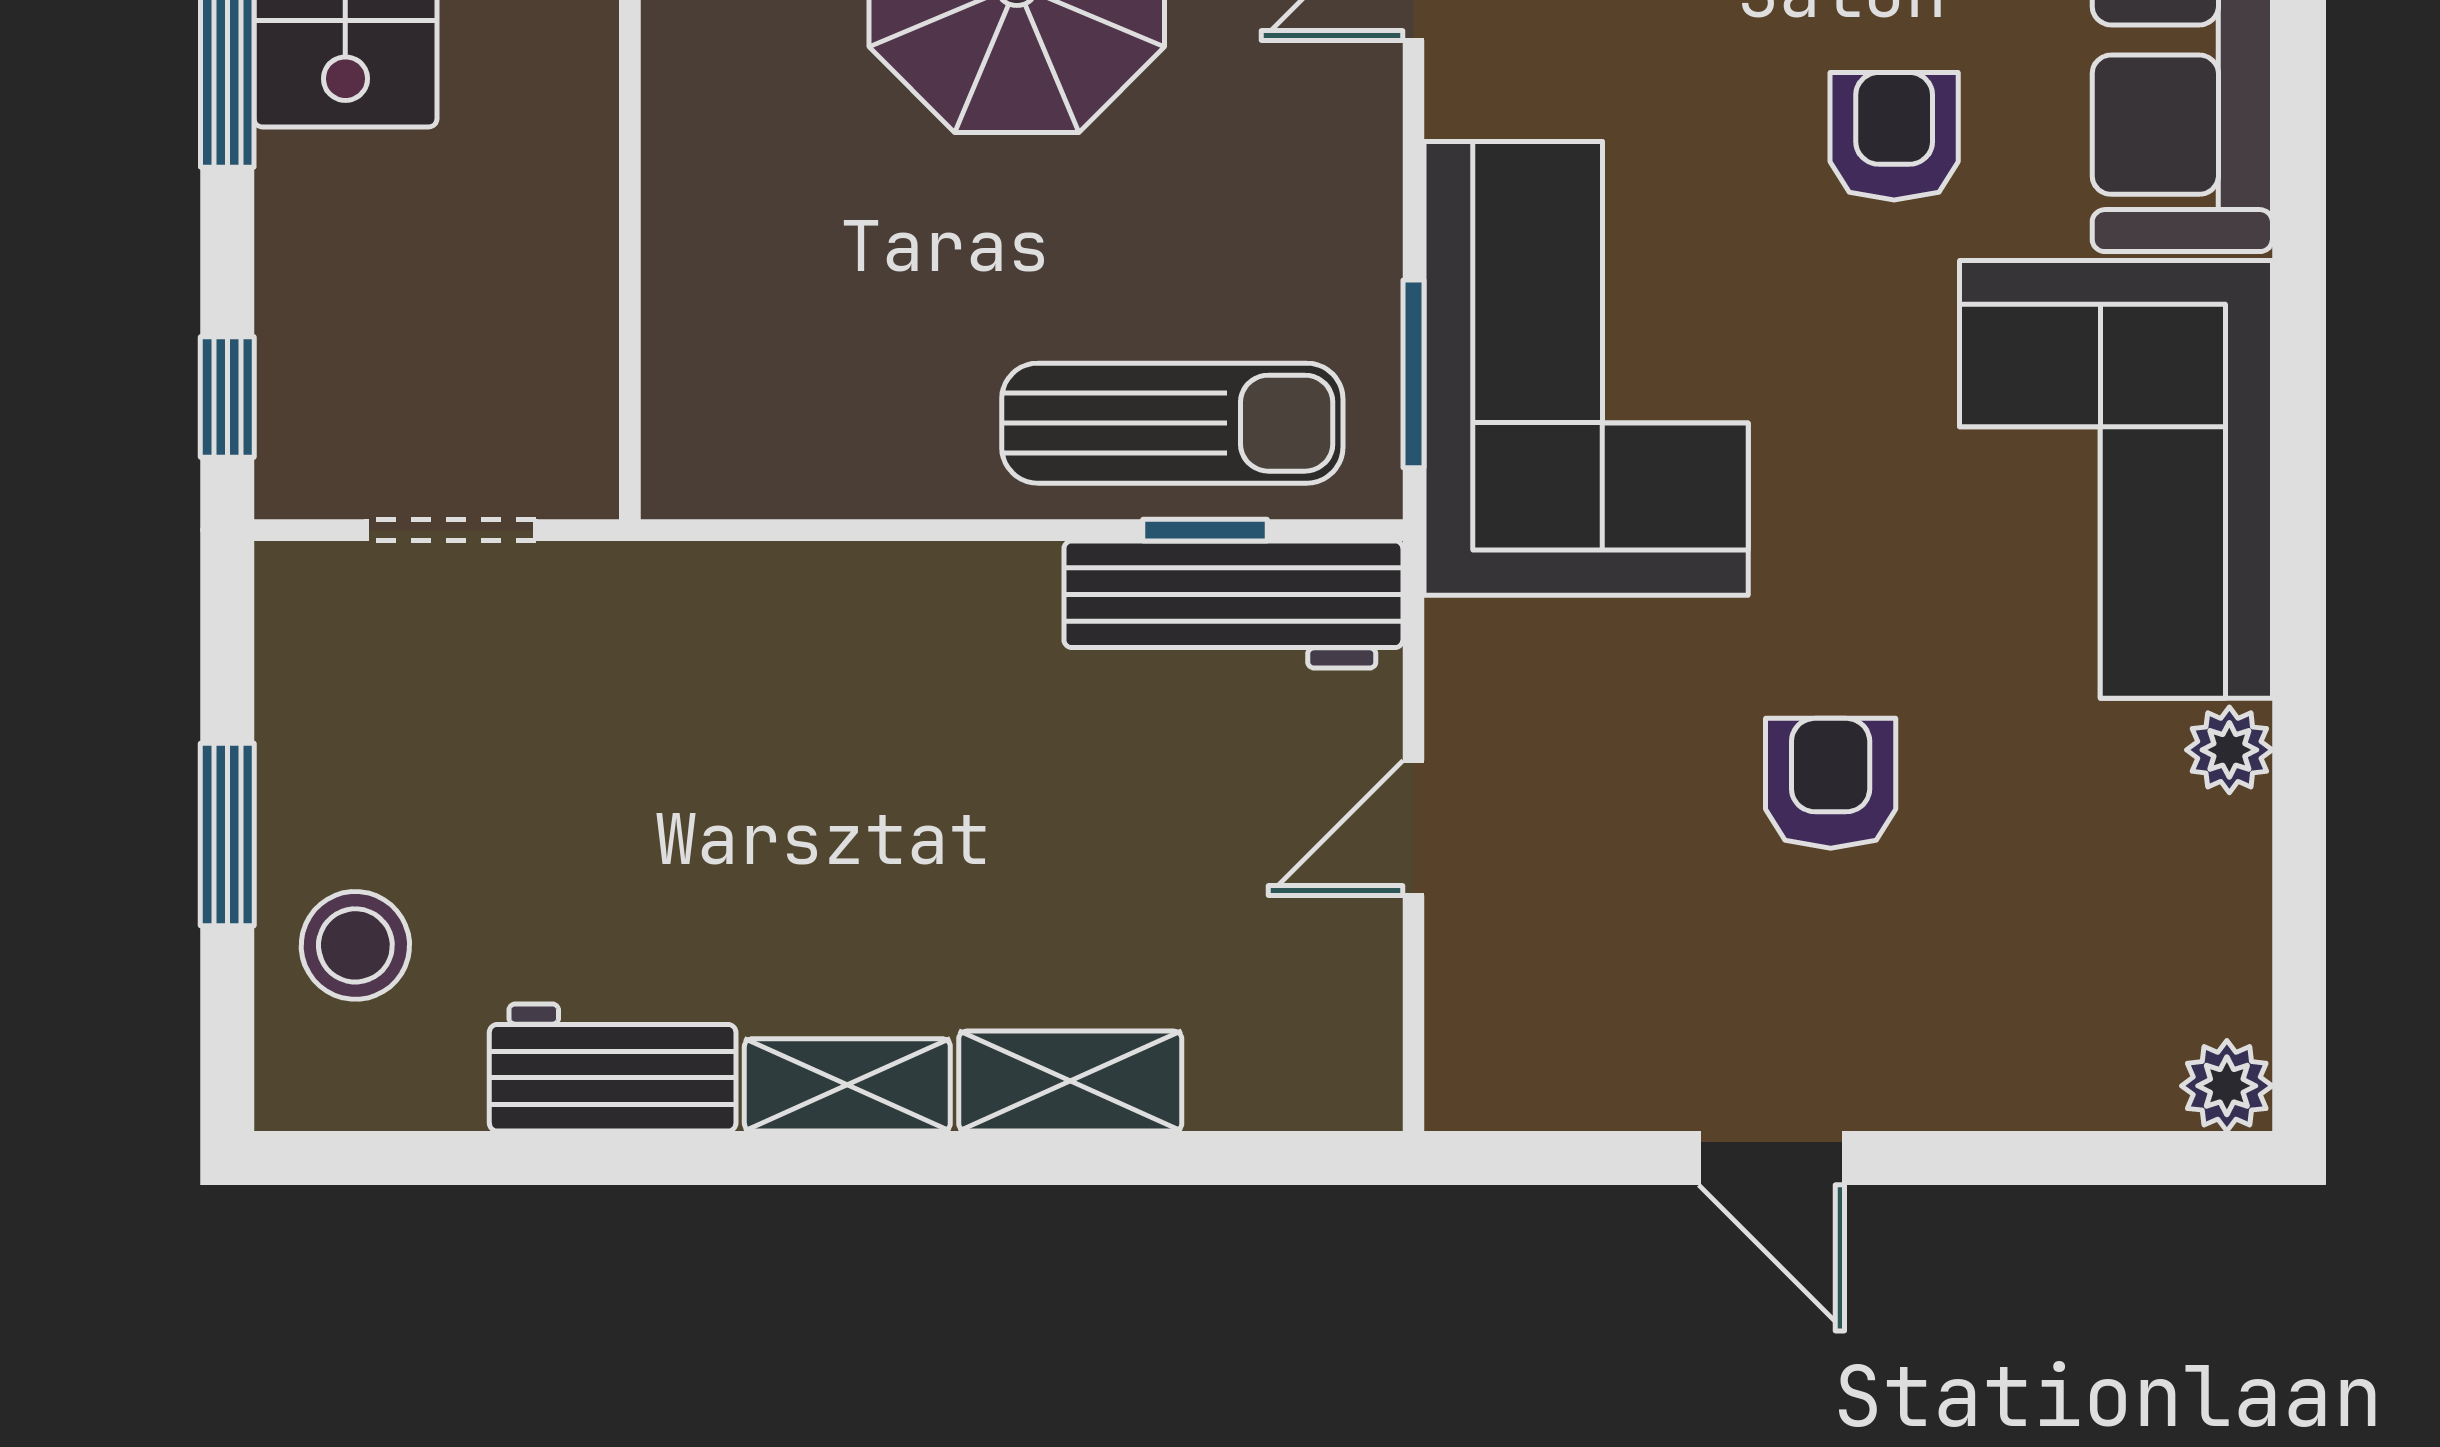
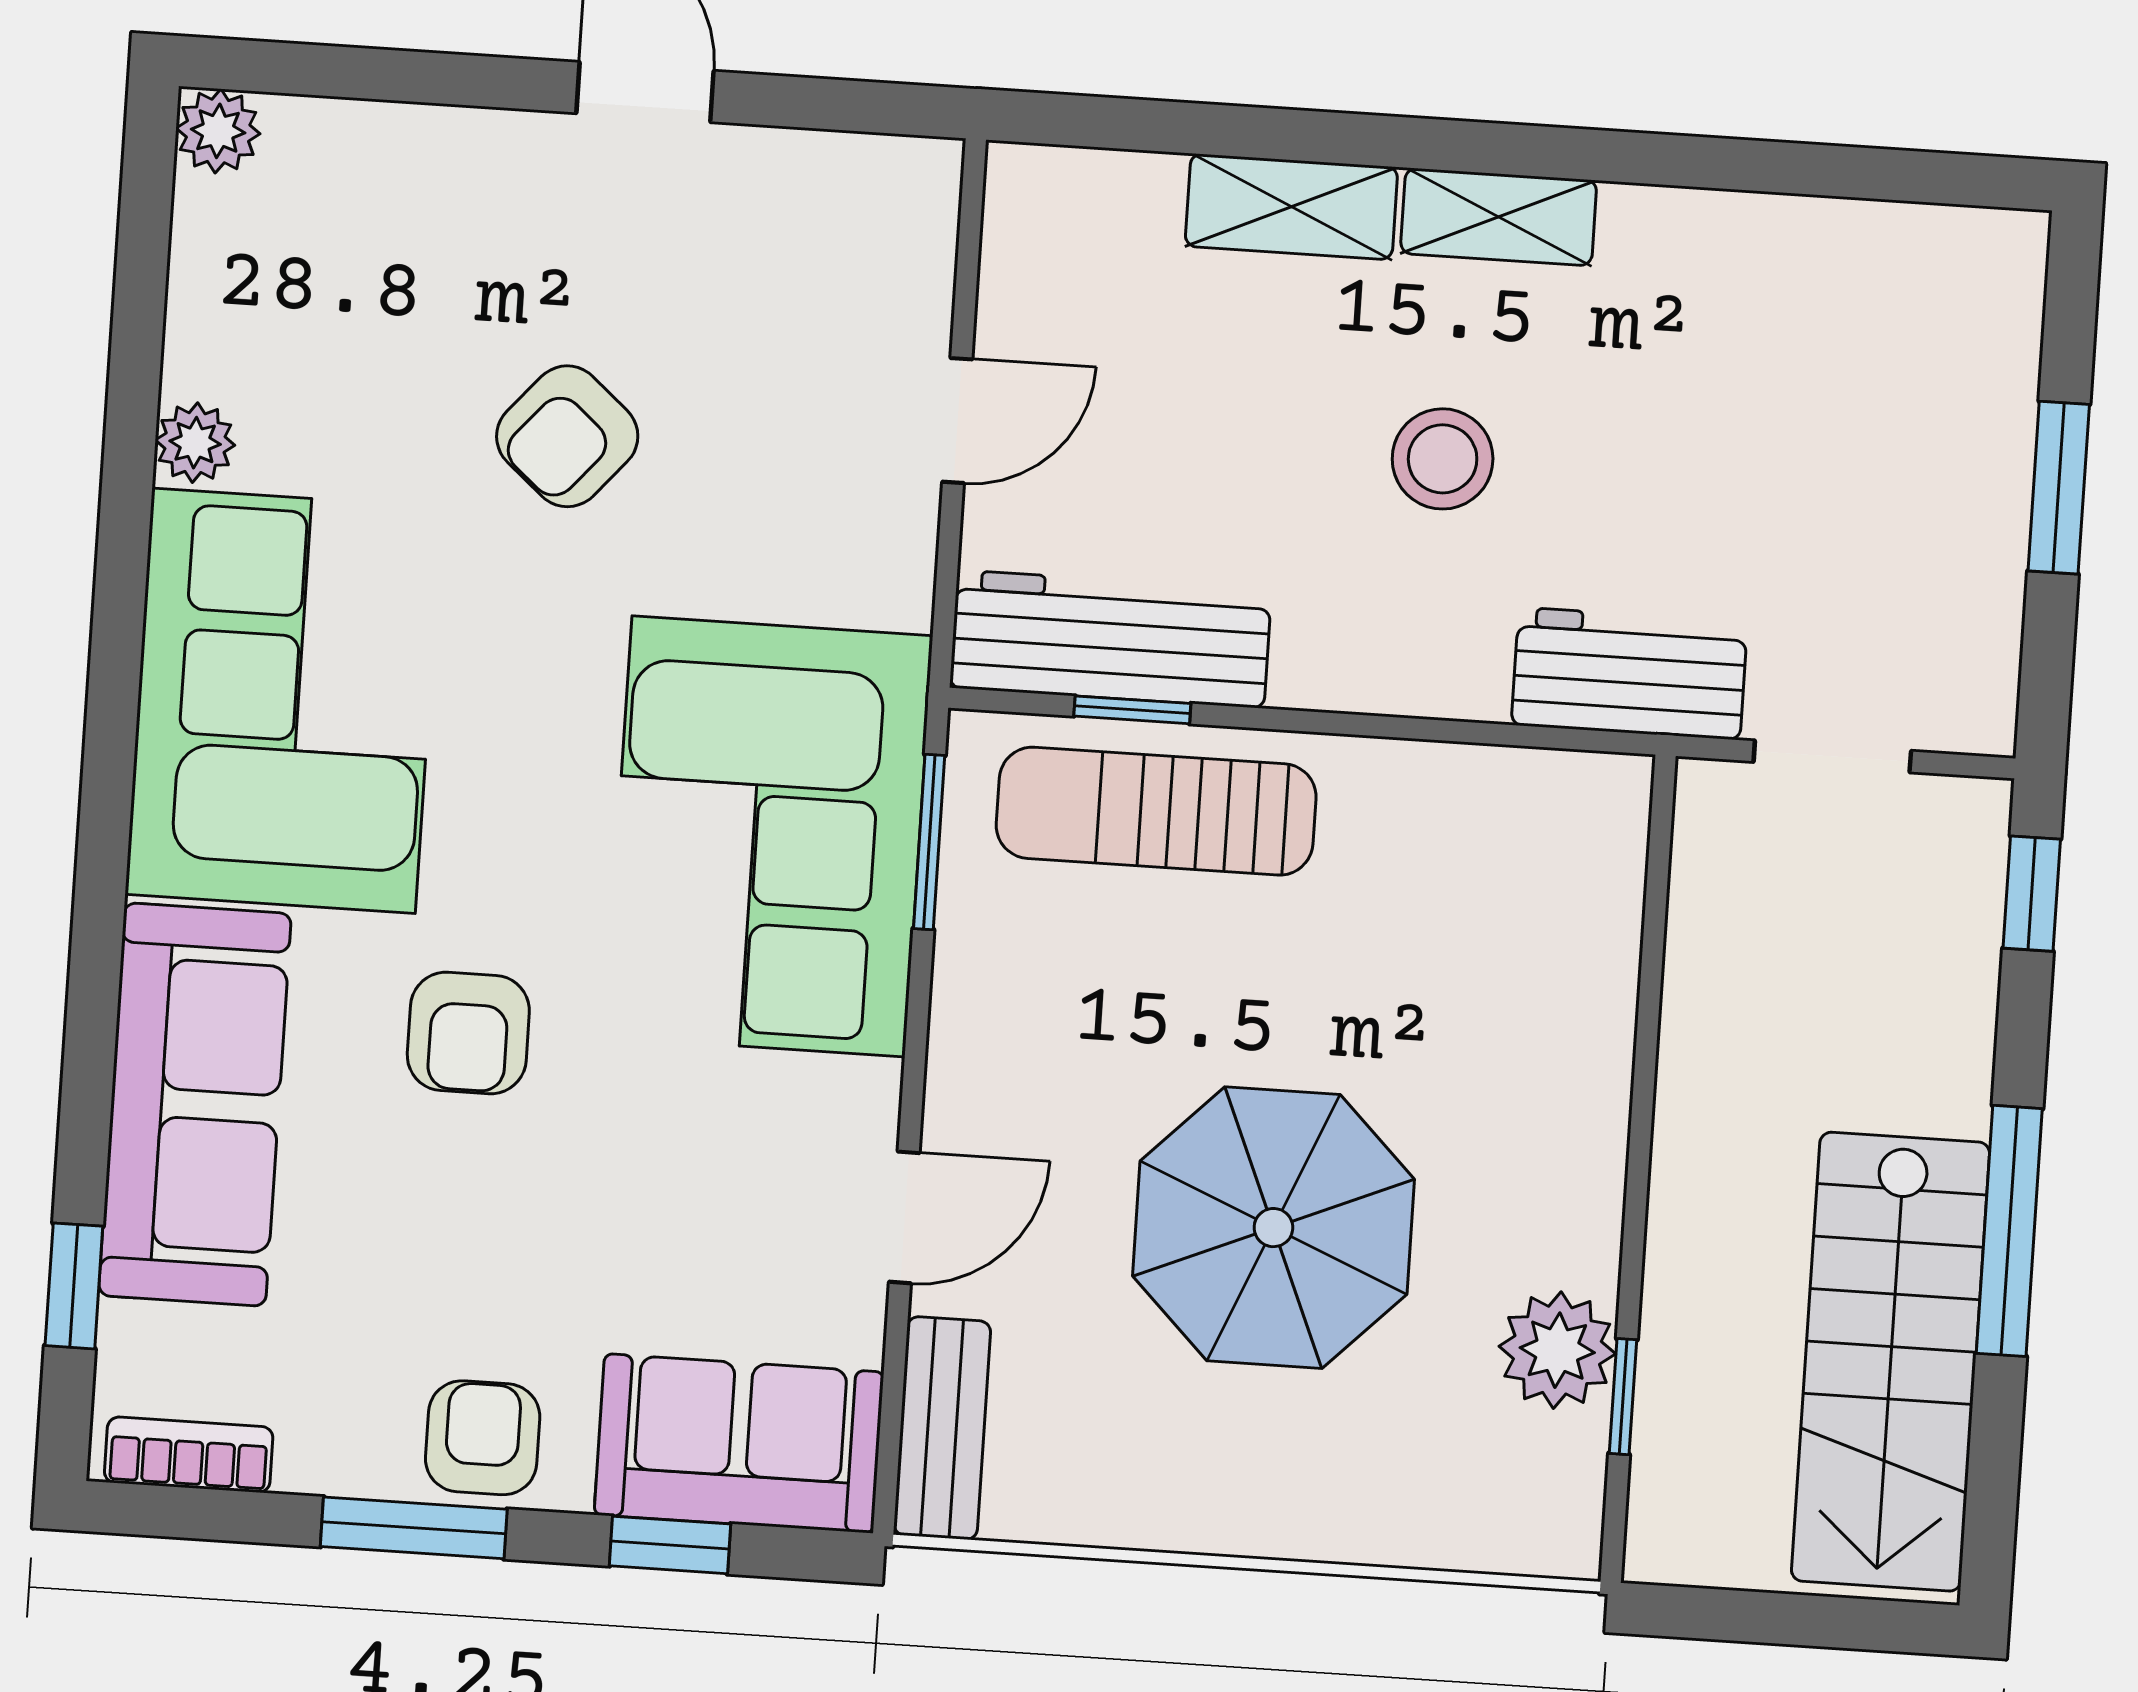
armchair: (1831, 783) -> (567, 436), turned 41
stool: (355, 945) -> (1443, 459), moved
workbench: (613, 1068) -> (1629, 674), moved, turned 180

